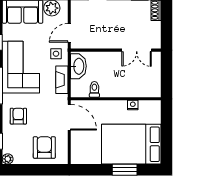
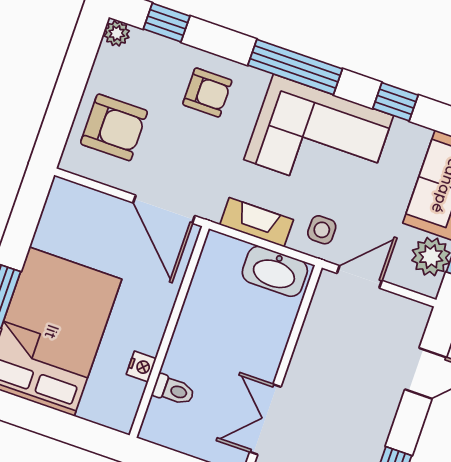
door: (69, 33) -> (359, 277), hinge flipped
toilet: (94, 89) -> (174, 390), moved
door: (69, 117) -> (164, 209), hinge flipped

